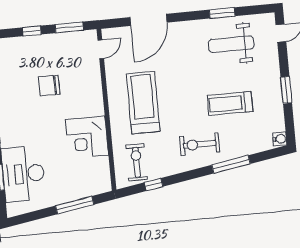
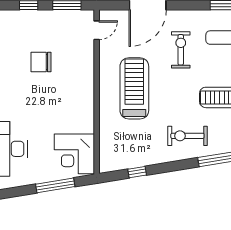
corner desk: (87, 137) -> (74, 154), moved
exercise bike: (136, 162) -> (181, 50), moved

